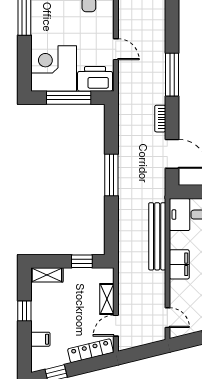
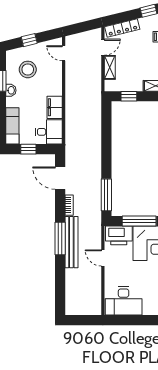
window: (111, 175) -> (106, 195), moved
bench: (157, 236) -> (71, 242), moved
filing cabinet: (179, 264) -> (55, 107), moved

